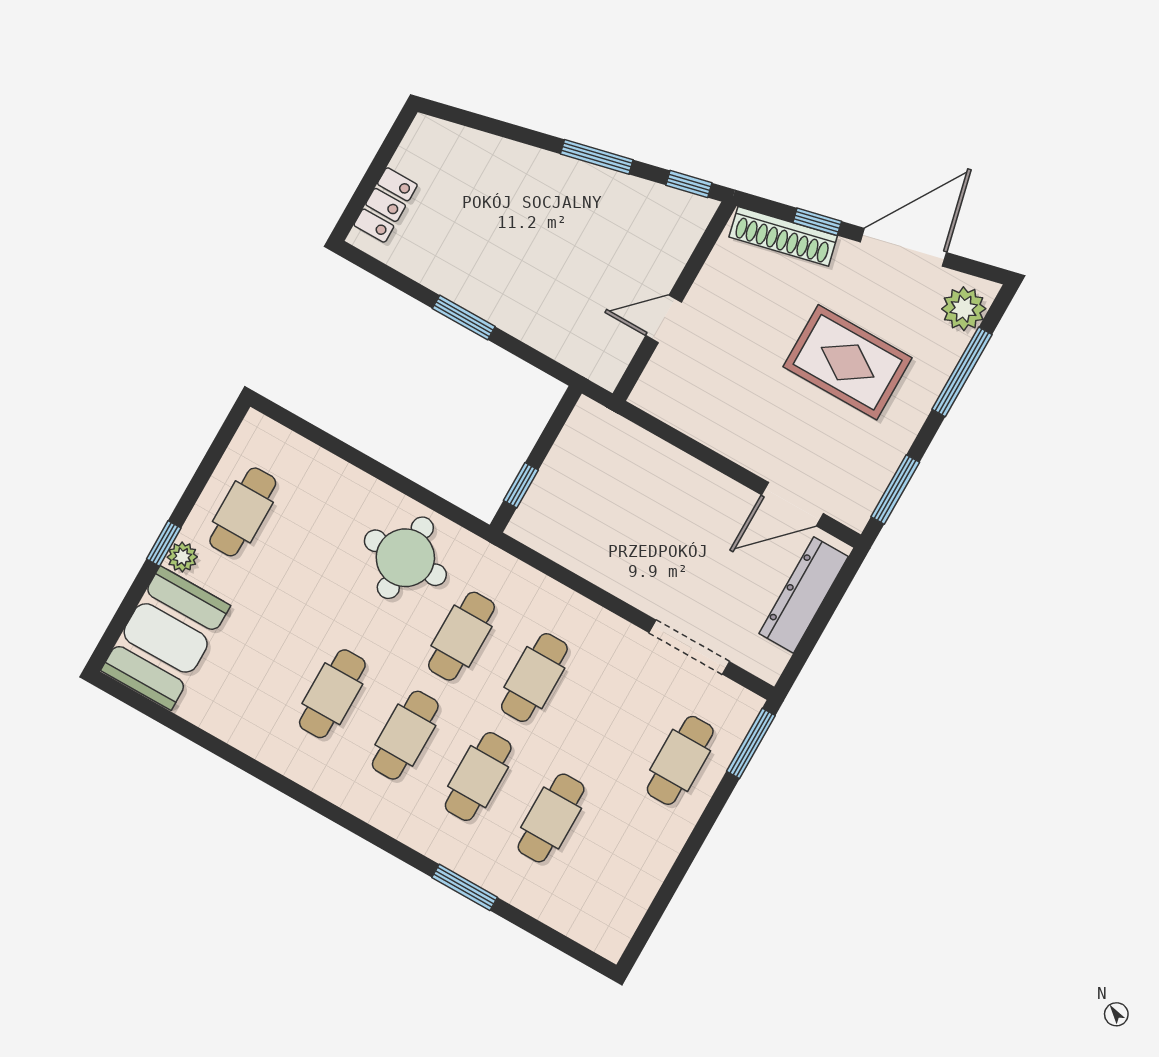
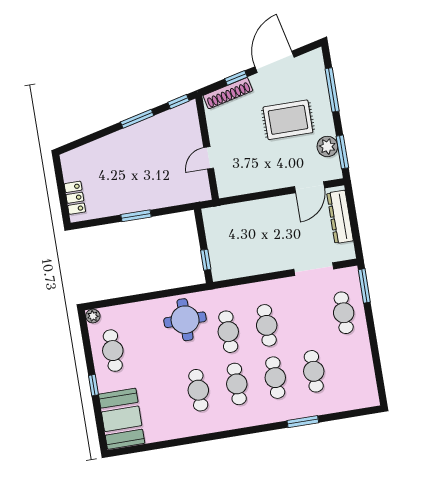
plant: (964, 309) -> (327, 146), moved
plant: (182, 557) -> (93, 316), moved

